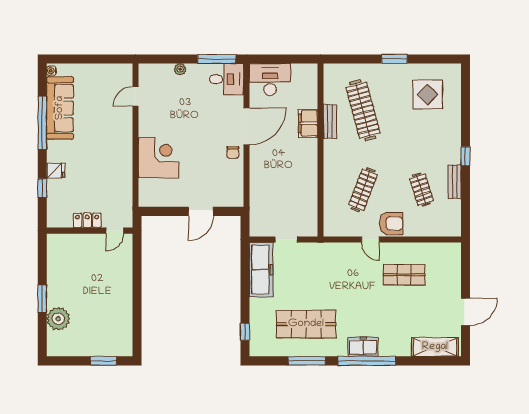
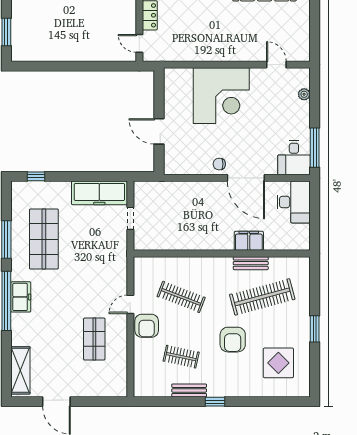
plant: (180, 69) -> (304, 94), moved
armchair: (405, 139) -> (233, 340), added
corner desk: (159, 158) -> (221, 96), width x1.36, depth x1.36
clothes rail: (421, 190) -> (181, 357), turned 30

